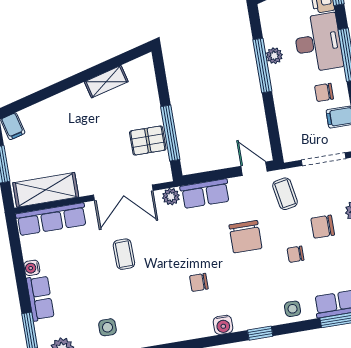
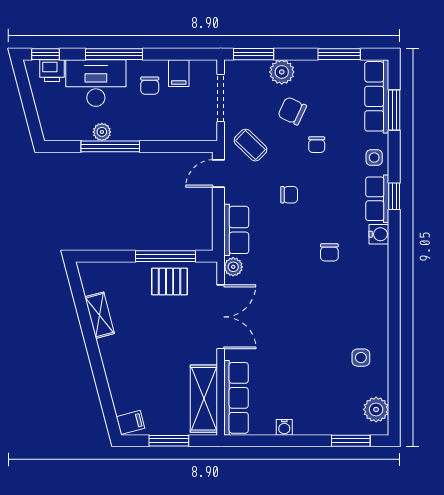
pallet: (148, 141) -> (170, 281), turned 90
coffee table: (285, 194) -> (251, 145), turned 54
chair: (323, 227) -> (292, 111), turned 115
chair: (245, 237) -> (289, 195), width x0.54, depth x0.54
coffee table: (124, 254) -> (286, 327), removed
row of seats: (40, 298) -> (377, 199), moved, turned -90

